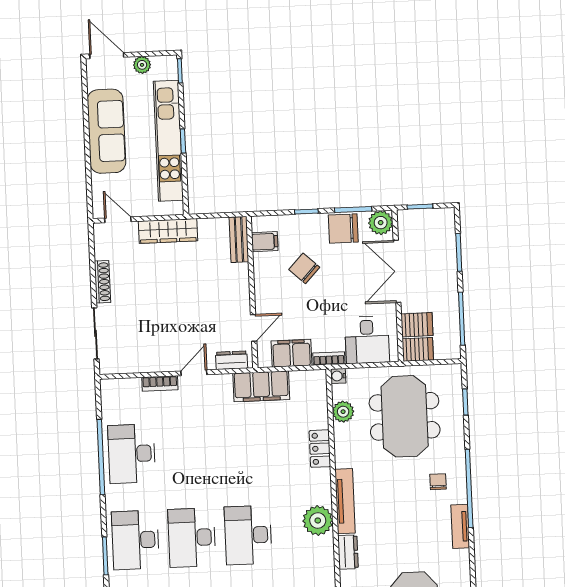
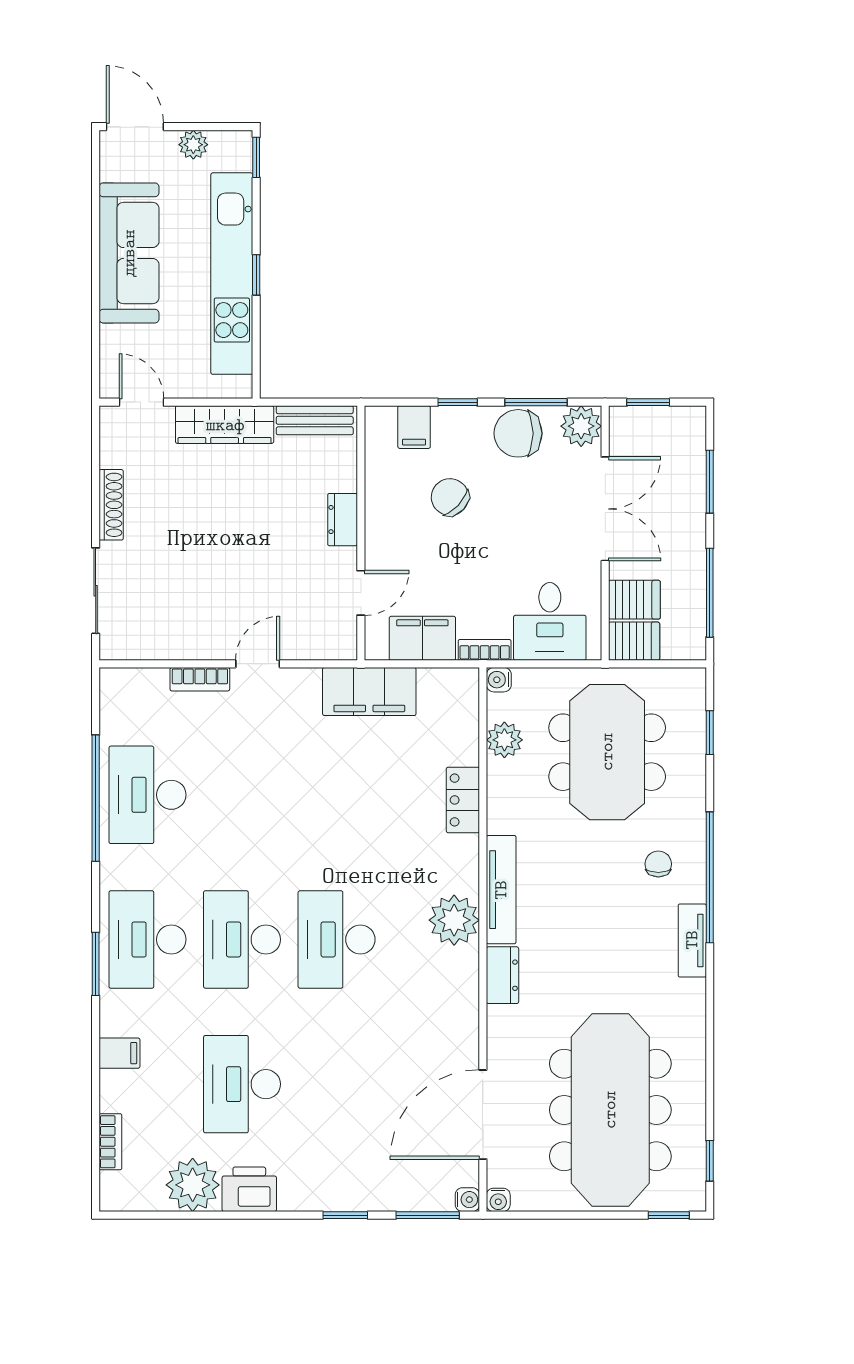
bench: (239, 239) -> (315, 420), moved, turned 90
filing cabinet: (265, 242) -> (414, 427), moved, turned 90
double door: (397, 271) -> (605, 509), swing flipped
dresser: (232, 360) -> (343, 520), moved, turned -90

